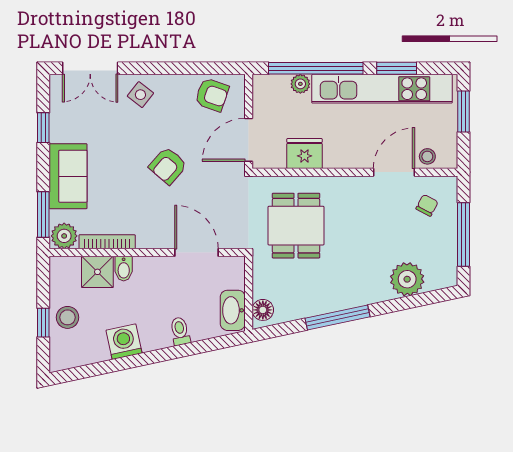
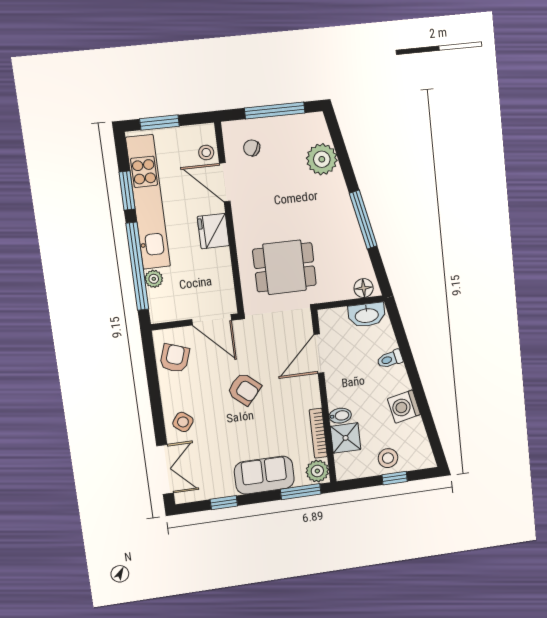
fridge: (304, 154) -> (213, 231), moved

